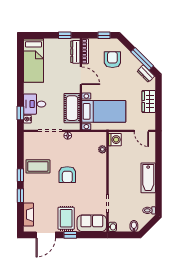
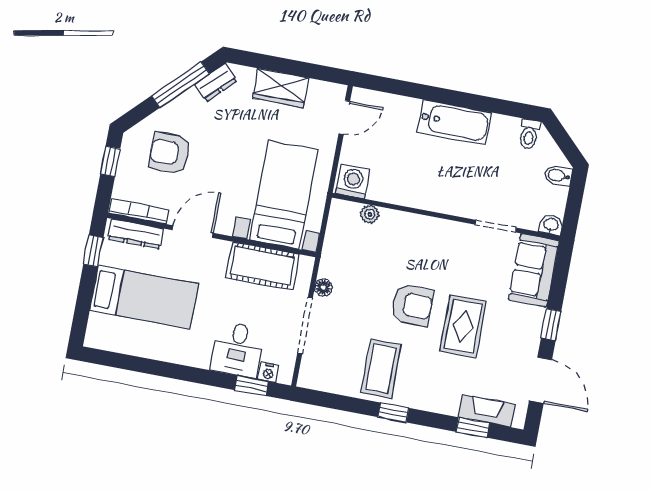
bed: (33, 60) -> (144, 297), moved
window: (20, 196) -> (473, 428), moved
rug: (66, 218) -> (463, 326), moved, turned 90

